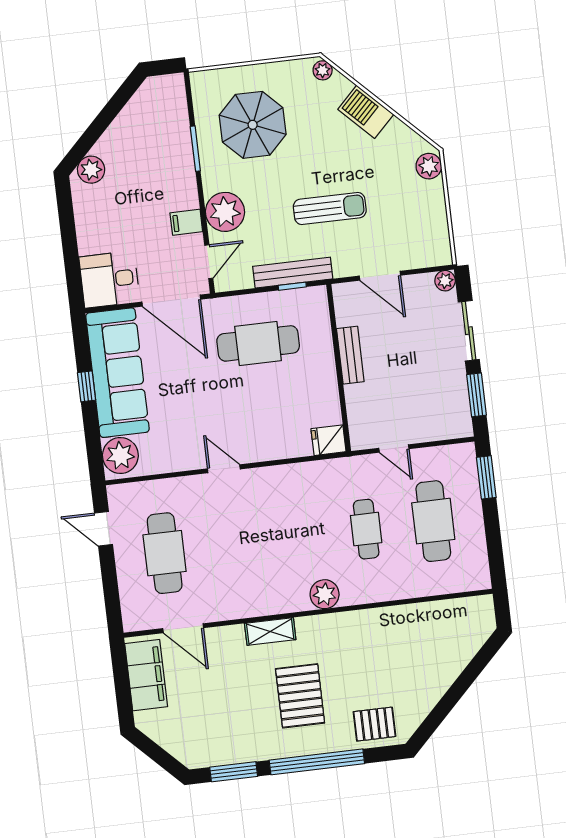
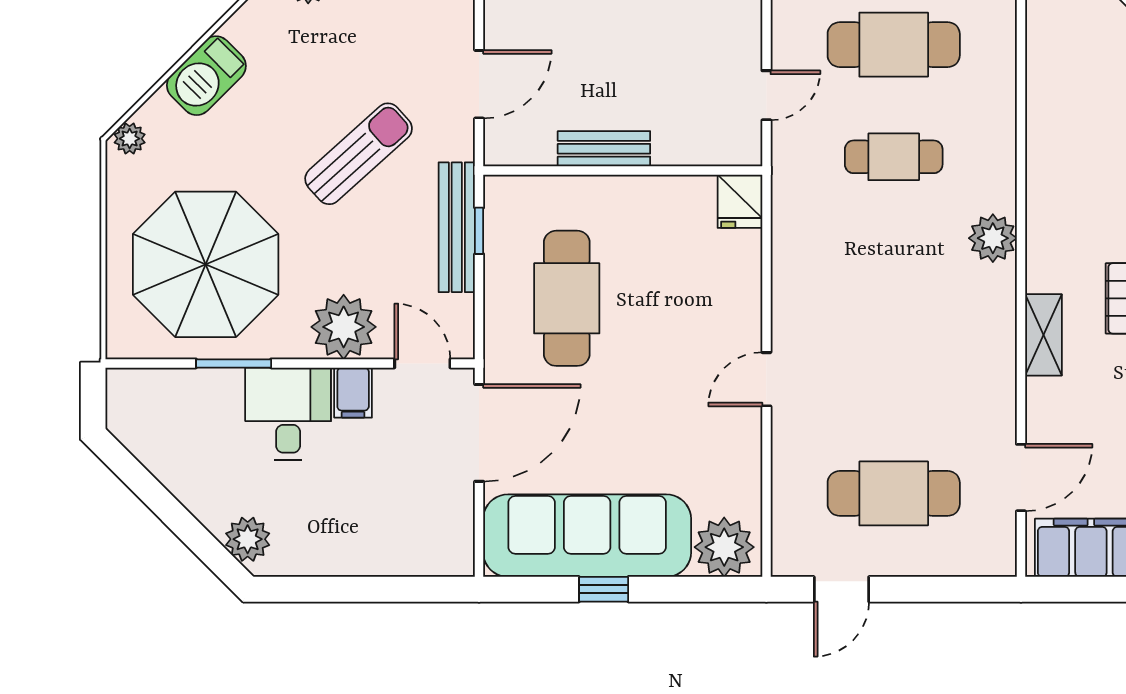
parasol: (253, 125) -> (206, 264), width x1.36, depth x1.36
sun lounger: (330, 208) -> (359, 154), turned 48
desk: (109, 279) -> (288, 414), moved, turned 180

